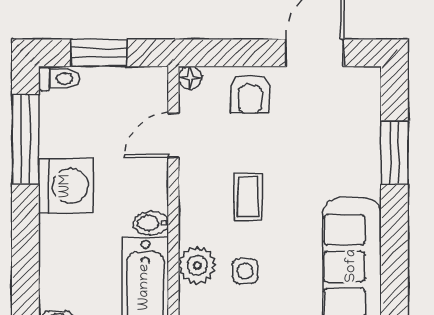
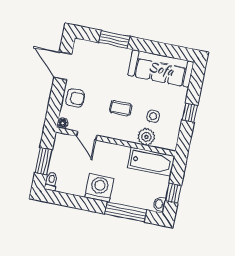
window: (25, 139) -> (126, 212), moved
bidet: (151, 223) -> (124, 154), removed

